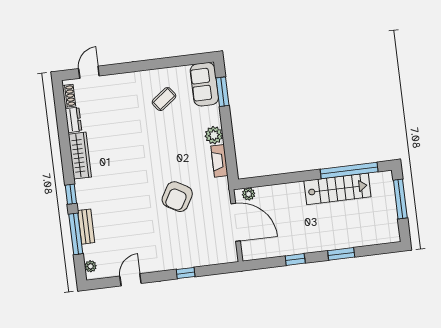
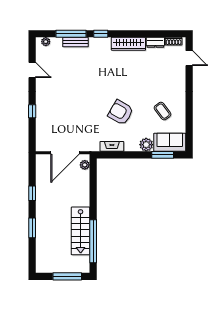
plant: (214, 135) -> (146, 145), moved
armchair: (177, 197) -> (121, 112), moved

